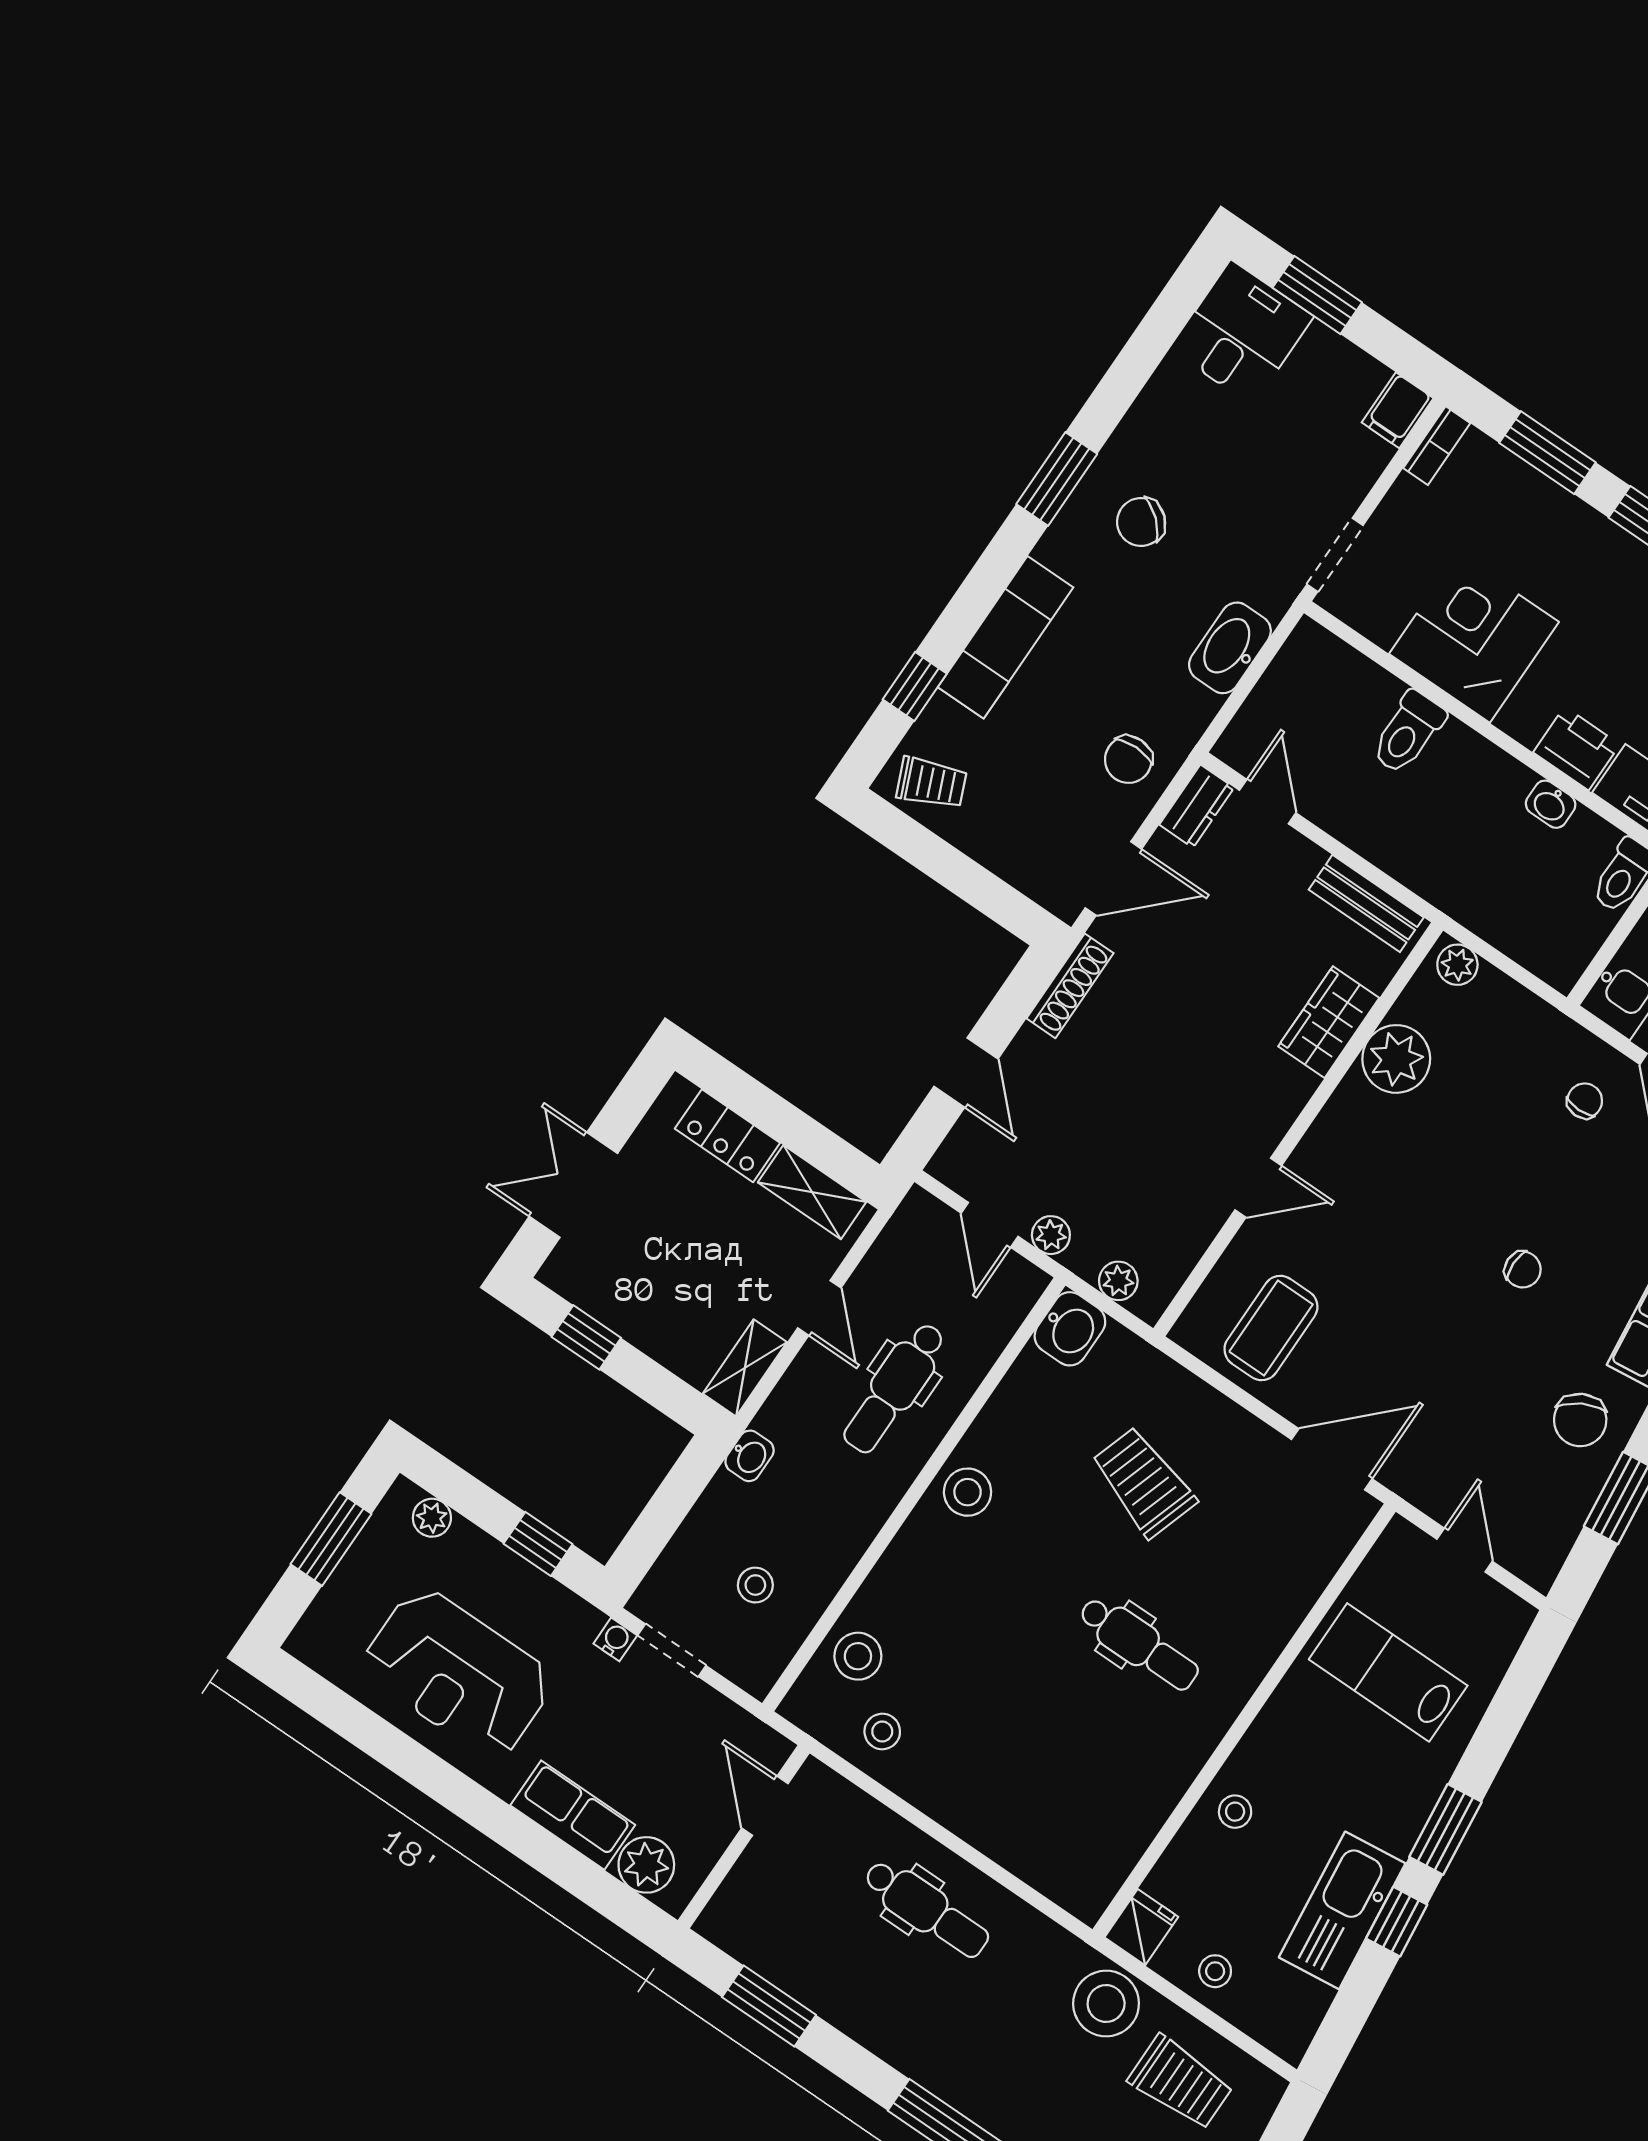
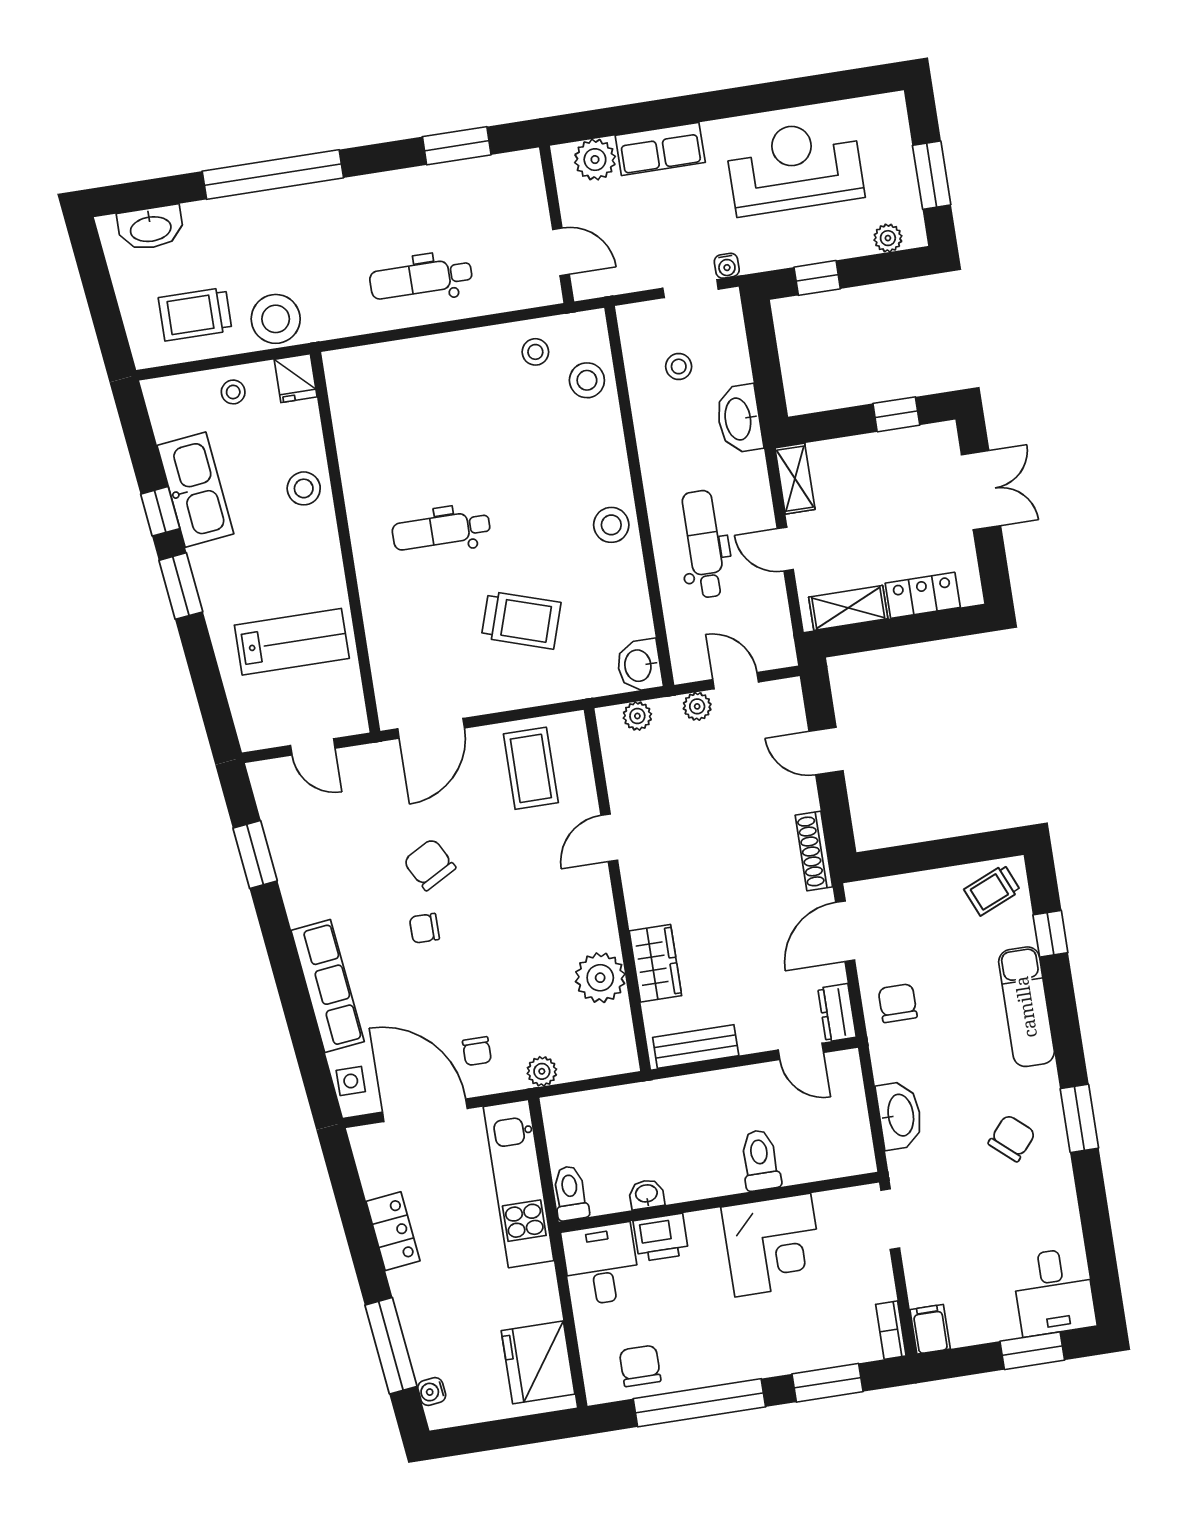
plant: (1457, 965) -> (542, 1071), moved
chair: (1580, 1420) -> (430, 864), moved
washbasin: (750, 1456) -> (739, 419), width x1.91, depth x1.45
stool: (1235, 1812) -> (304, 488), width x1.37, depth x1.37

